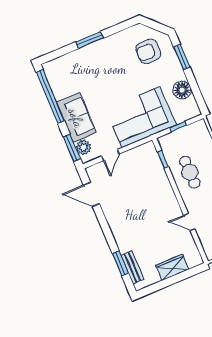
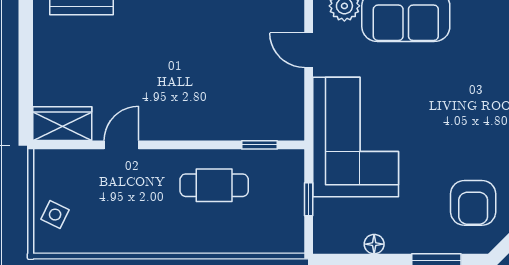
armchair: (148, 51) -> (473, 203), turned 180
floor lamp: (182, 90) -> (374, 244), width x0.53, depth x0.53
wardrobe: (172, 267) -> (62, 124), moved, turned -90

